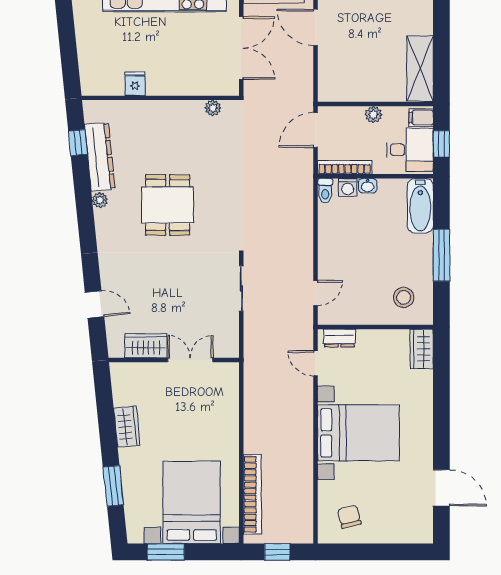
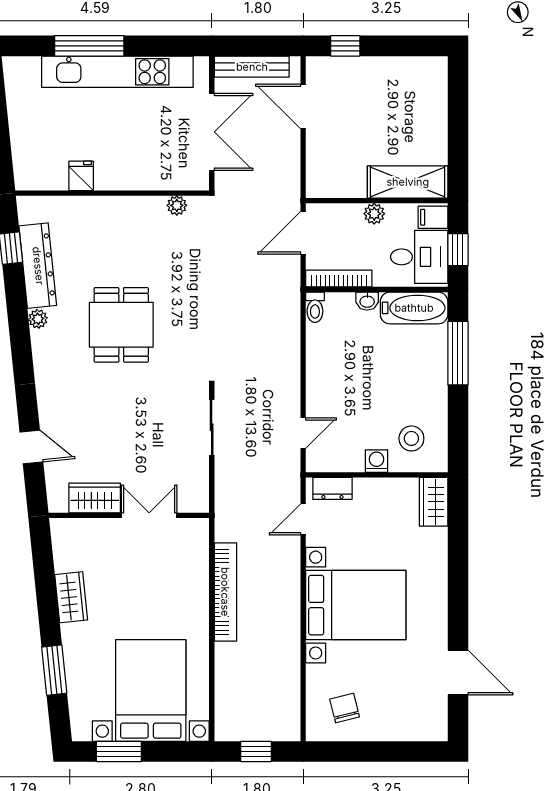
shelving: (420, 68) -> (408, 182), moved, turned 90
washing machine: (348, 187) -> (377, 461), moved, turned 180
bathtub: (420, 206) -> (414, 308), moved, turned -90
window: (441, 255) -> (458, 353), moved
door: (316, 363) -> (303, 519), hinge flipped
bookcase: (252, 494) -> (225, 592), moved

